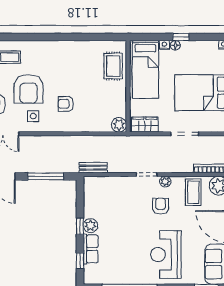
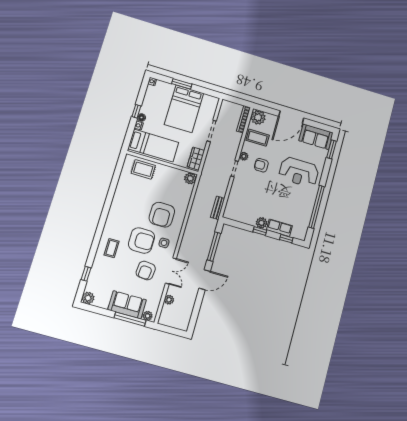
armchair: (66, 104) -> (162, 215), width x1.88, depth x1.88

